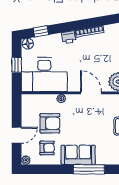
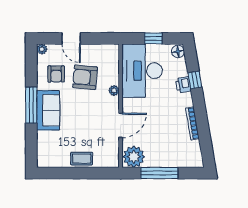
window: (41, 31) -> (195, 80), moved
printer: (69, 37) -> (183, 85), moved
armchair: (50, 123) -> (85, 77), turned 95
window: (89, 169) -> (31, 105), moved

